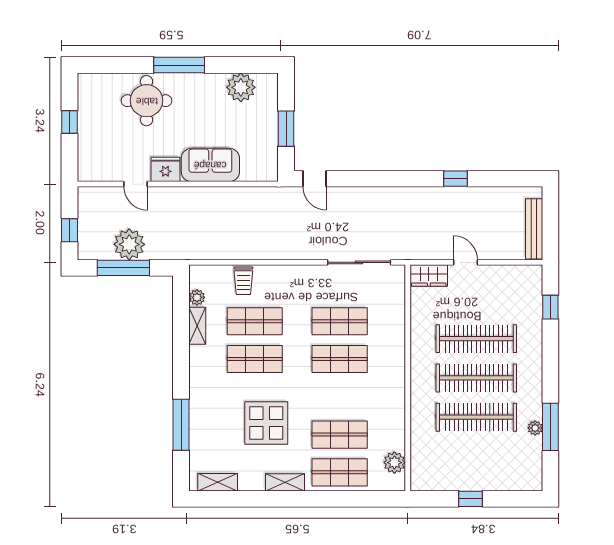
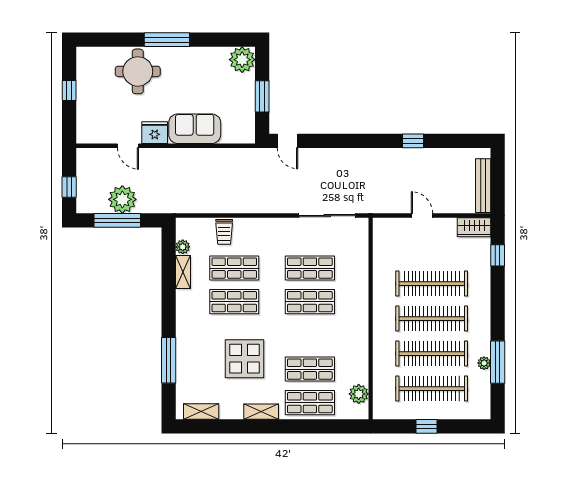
plant: (241, 87) -> (242, 60), moved
wardrobe: (429, 276) -> (474, 227), moved
clothes rail: (476, 456) -> (432, 389), added

